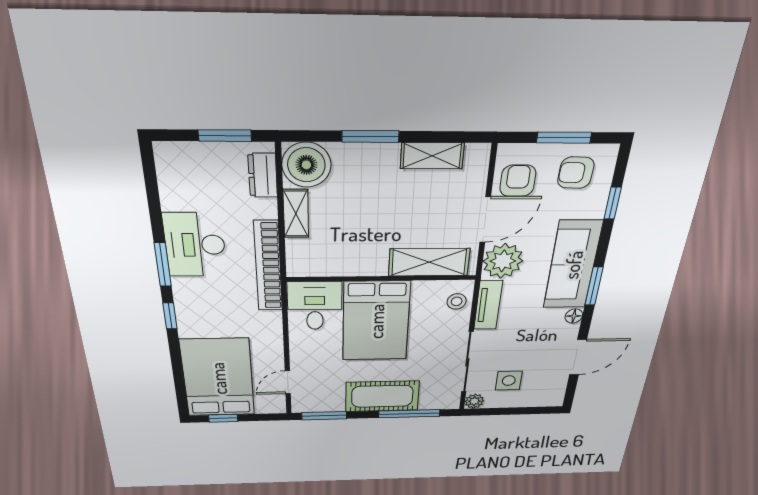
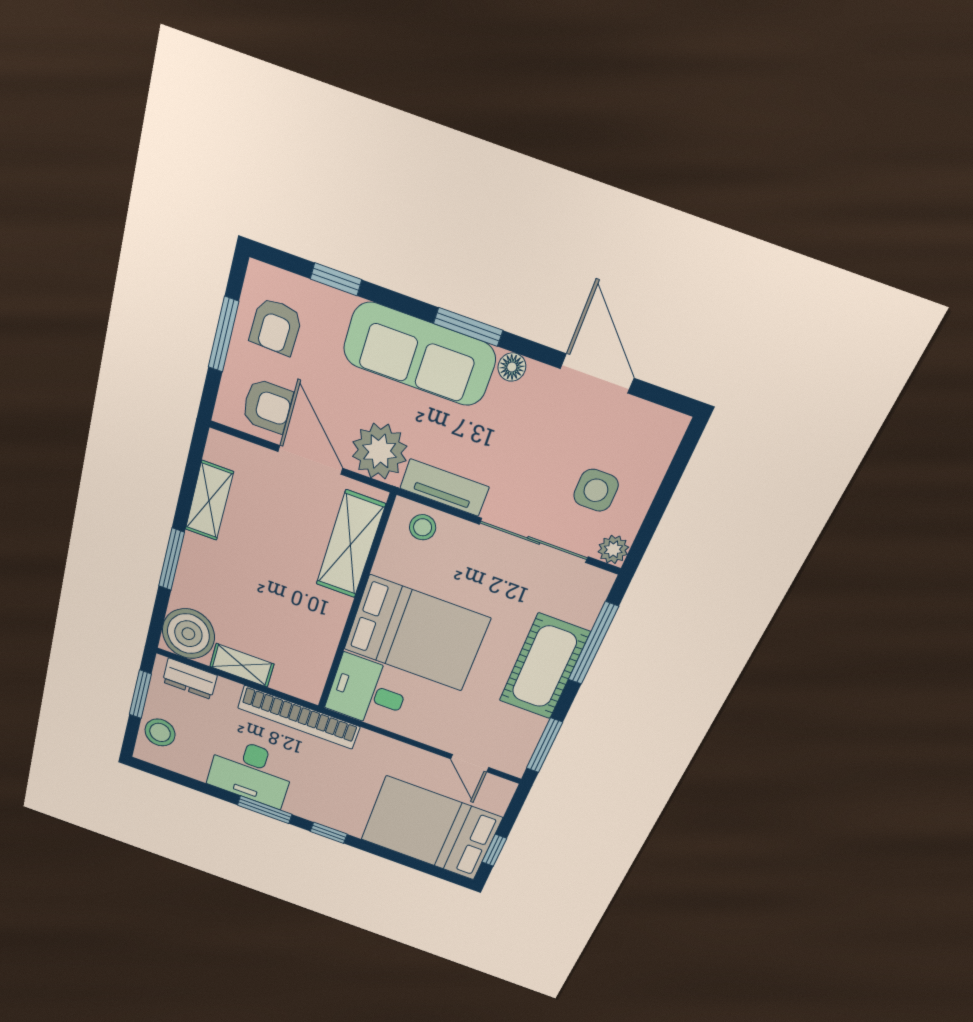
stool: (193, 161) -> (160, 732), added
armchair: (518, 181) -> (267, 406), turned 180

